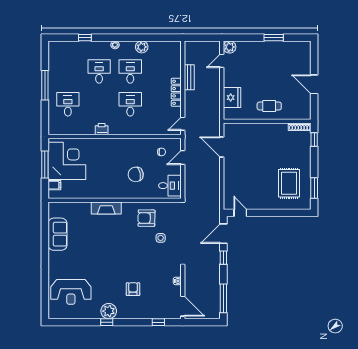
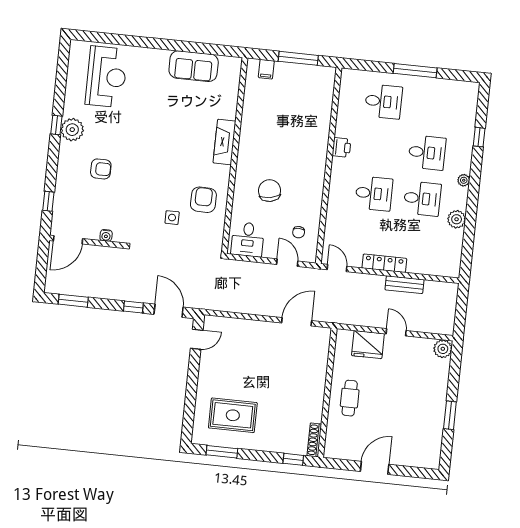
door: (222, 61) -> (396, 332), moved
corner desk: (67, 161) -> (300, 91), removed
reception desk: (71, 292) -> (106, 77), turned 180
window: (223, 298) -> (73, 301), width x0.69

